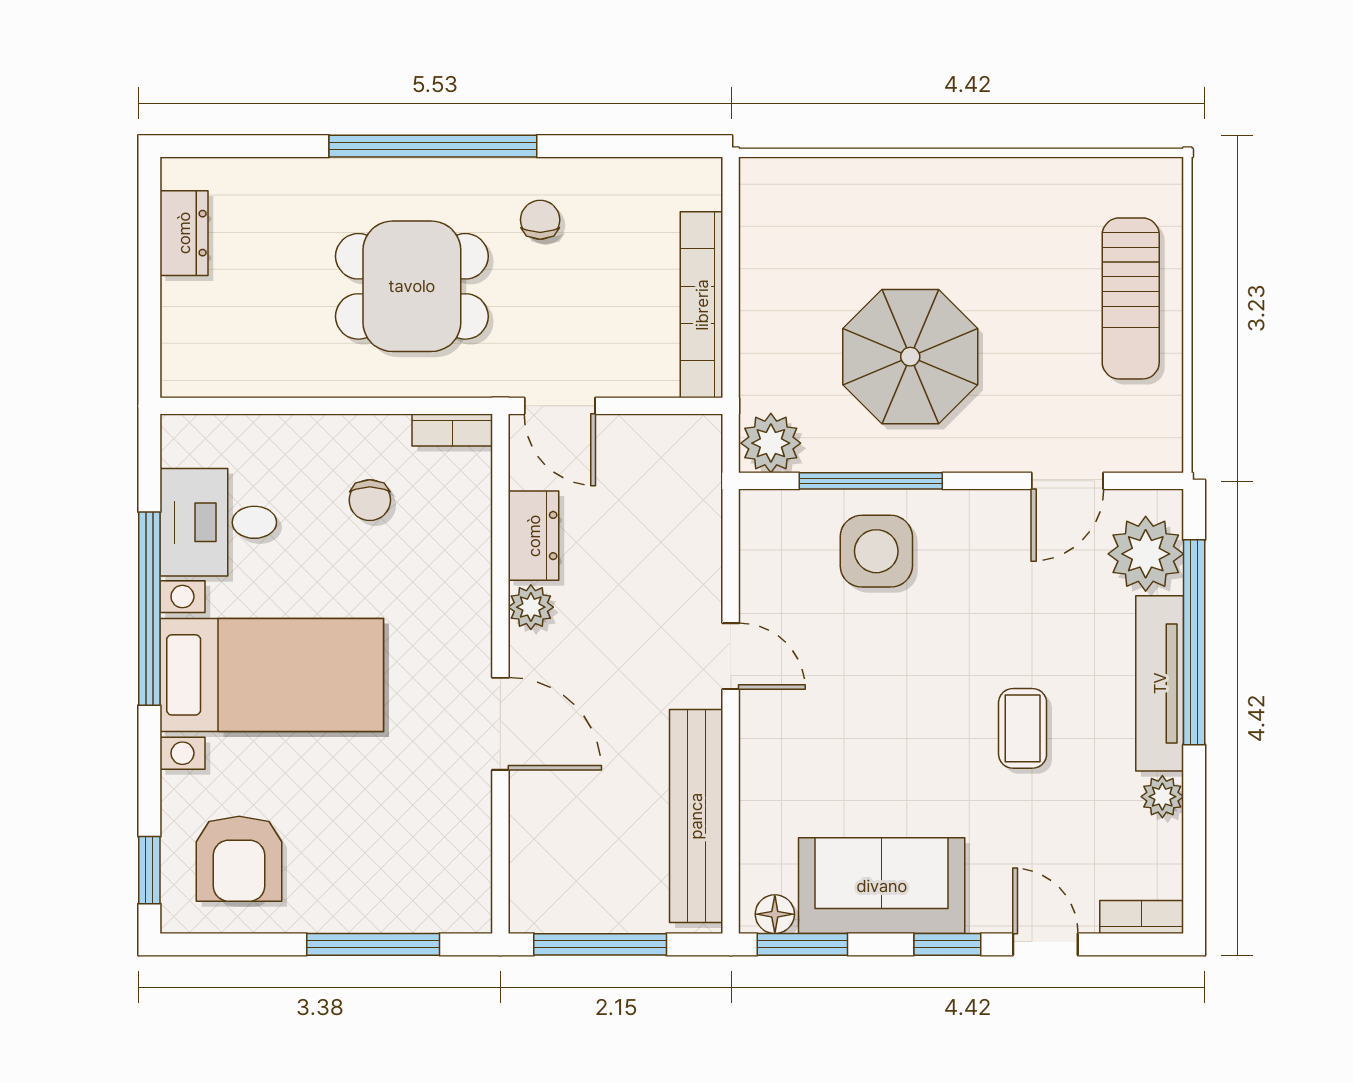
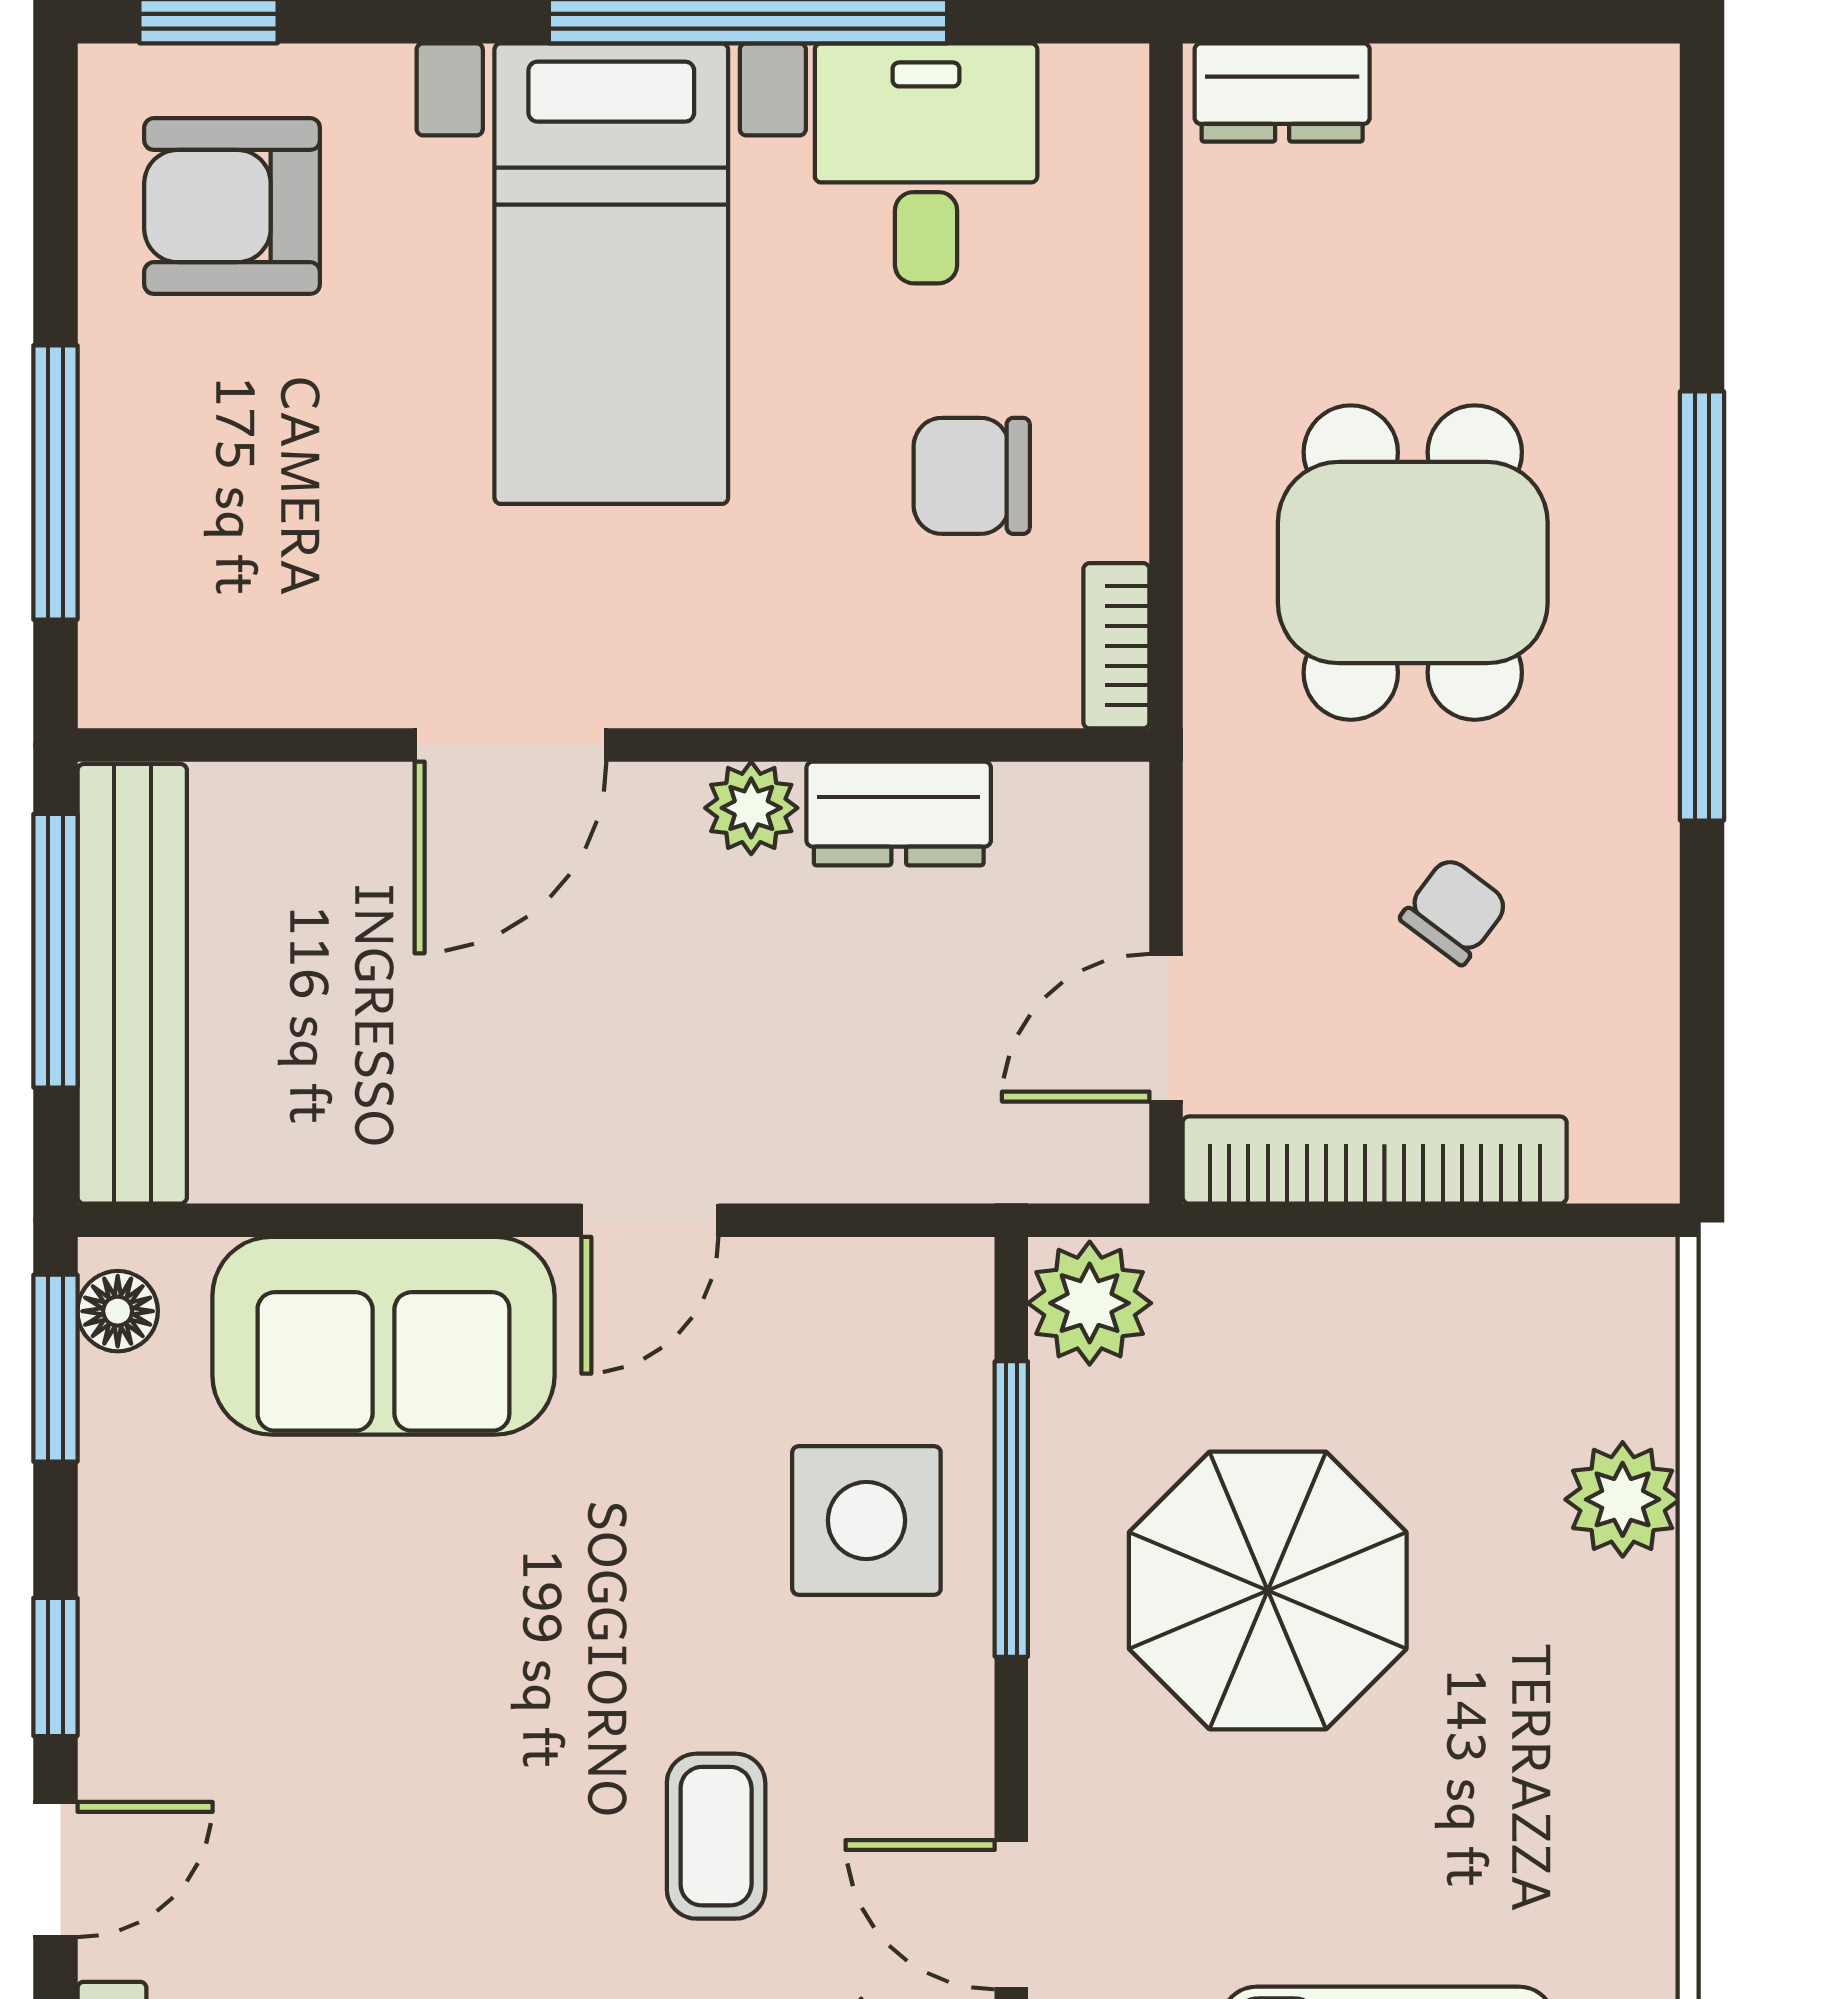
plant: (866, 185) -> (1623, 1499), added
chair: (540, 220) -> (1454, 911), moved, turned -53
dresser: (184, 233) -> (1282, 92), moved
door: (560, 406) -> (1166, 1028), moved
chair: (370, 500) -> (972, 476), width x1.37, depth x1.37
coffee table: (1023, 728) -> (716, 1836), moved, turned 90
bench: (696, 816) -> (132, 984), moved, turned 90
sofa: (882, 886) -> (383, 1336), moved, turned 90

